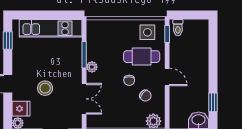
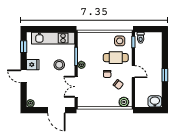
stool: (45, 88) -> (59, 65), moved
double door: (84, 99) -> (76, 87), swing flipped
window: (213, 102) -> (165, 75), moved
fridge: (21, 109) -> (33, 65), moved

